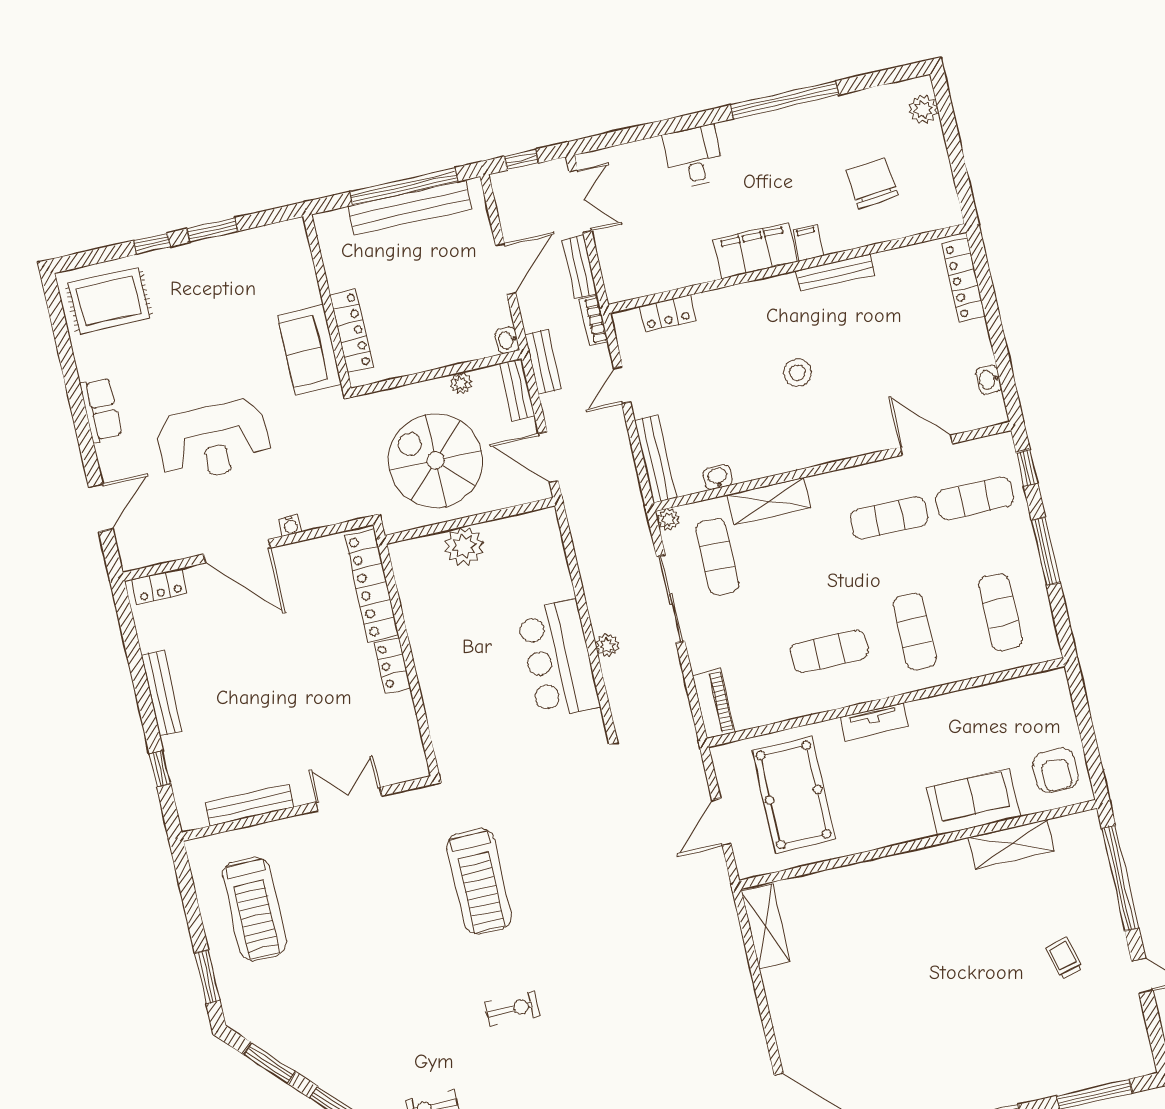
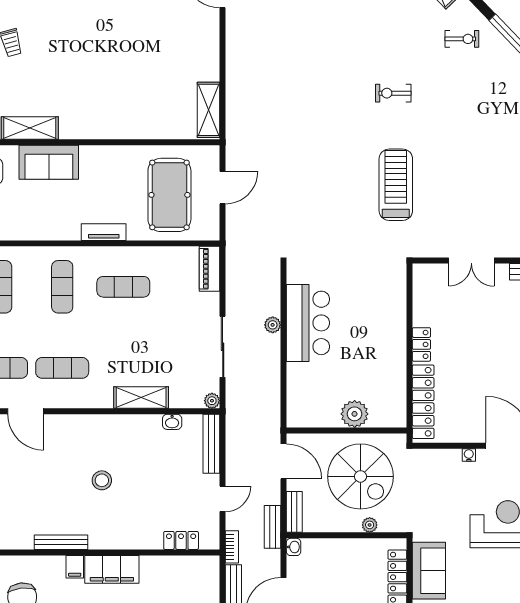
plant: (461, 383) -> (370, 525), moved
exercise mat: (717, 557) -> (184, 368), removed

